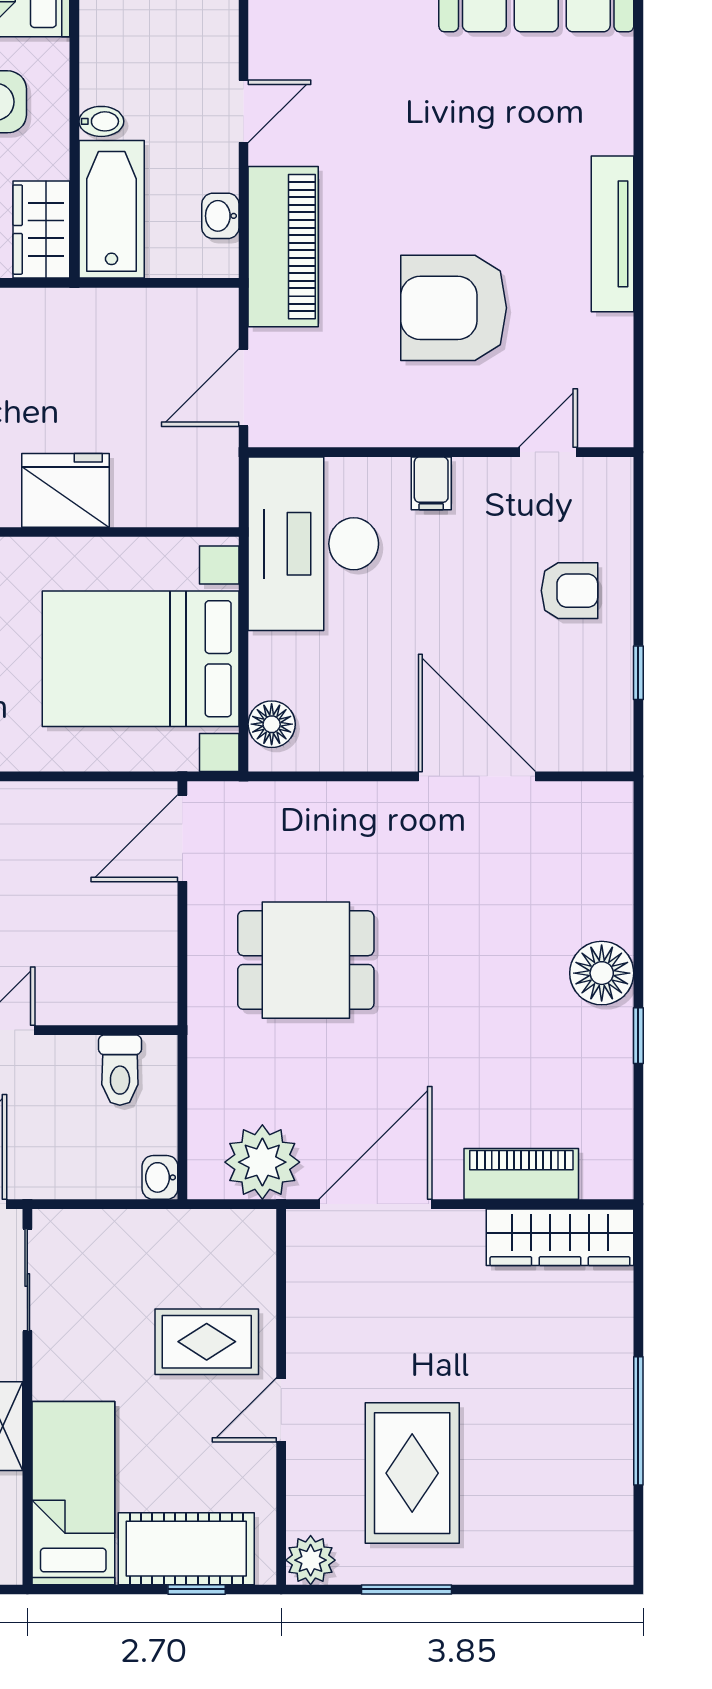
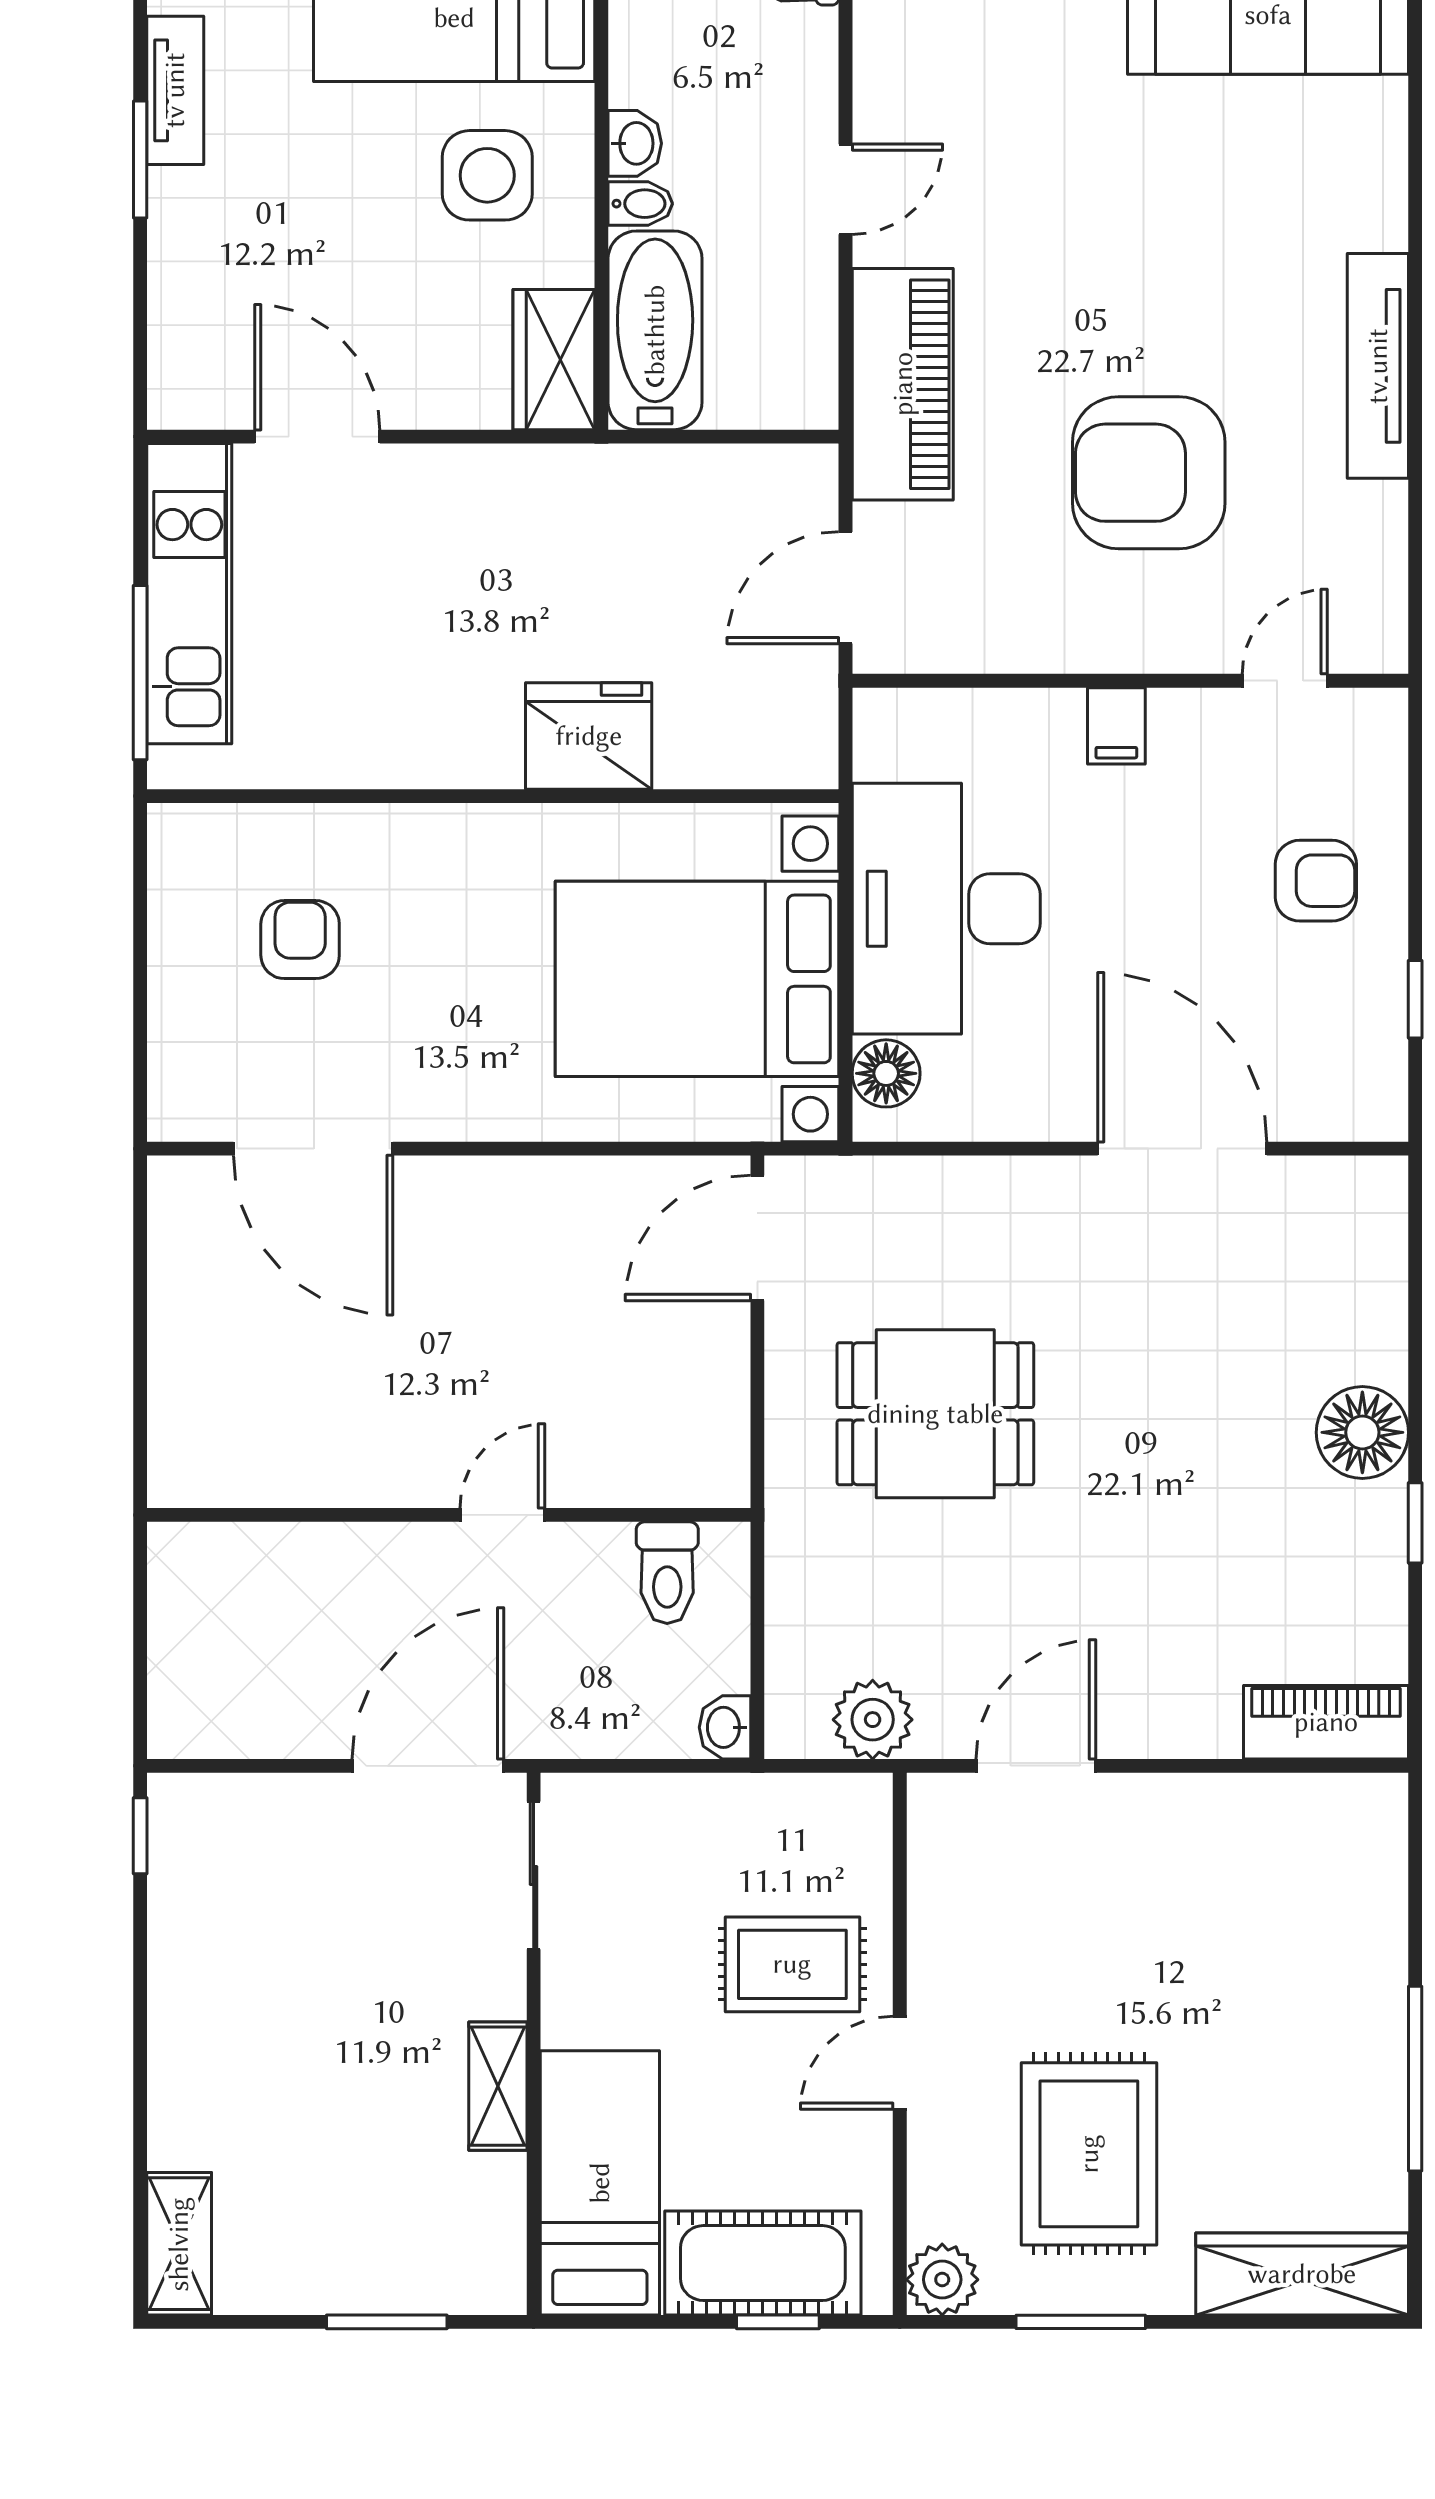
washbasin: (220, 216) -> (635, 143), moved, turned 180
desk: (313, 544) -> (946, 909), moved
plant: (262, 1162) -> (873, 1720), width x0.73, depth x0.73
piano: (521, 1174) -> (1326, 1722), moved
door: (375, 1204) -> (1036, 1766), width x0.73
wardrobe: (560, 1237) -> (1302, 2274), moved, turned 180

